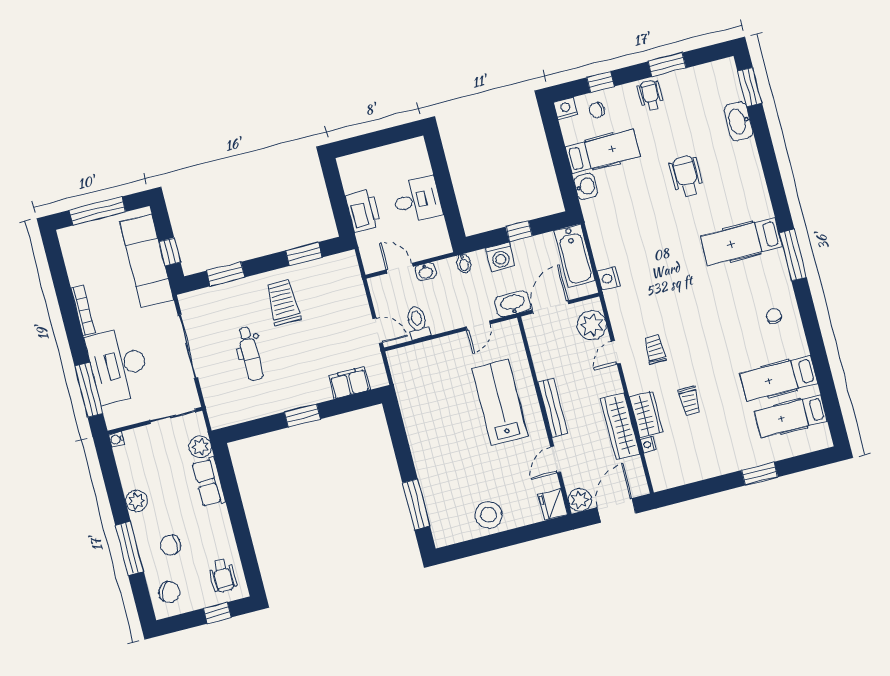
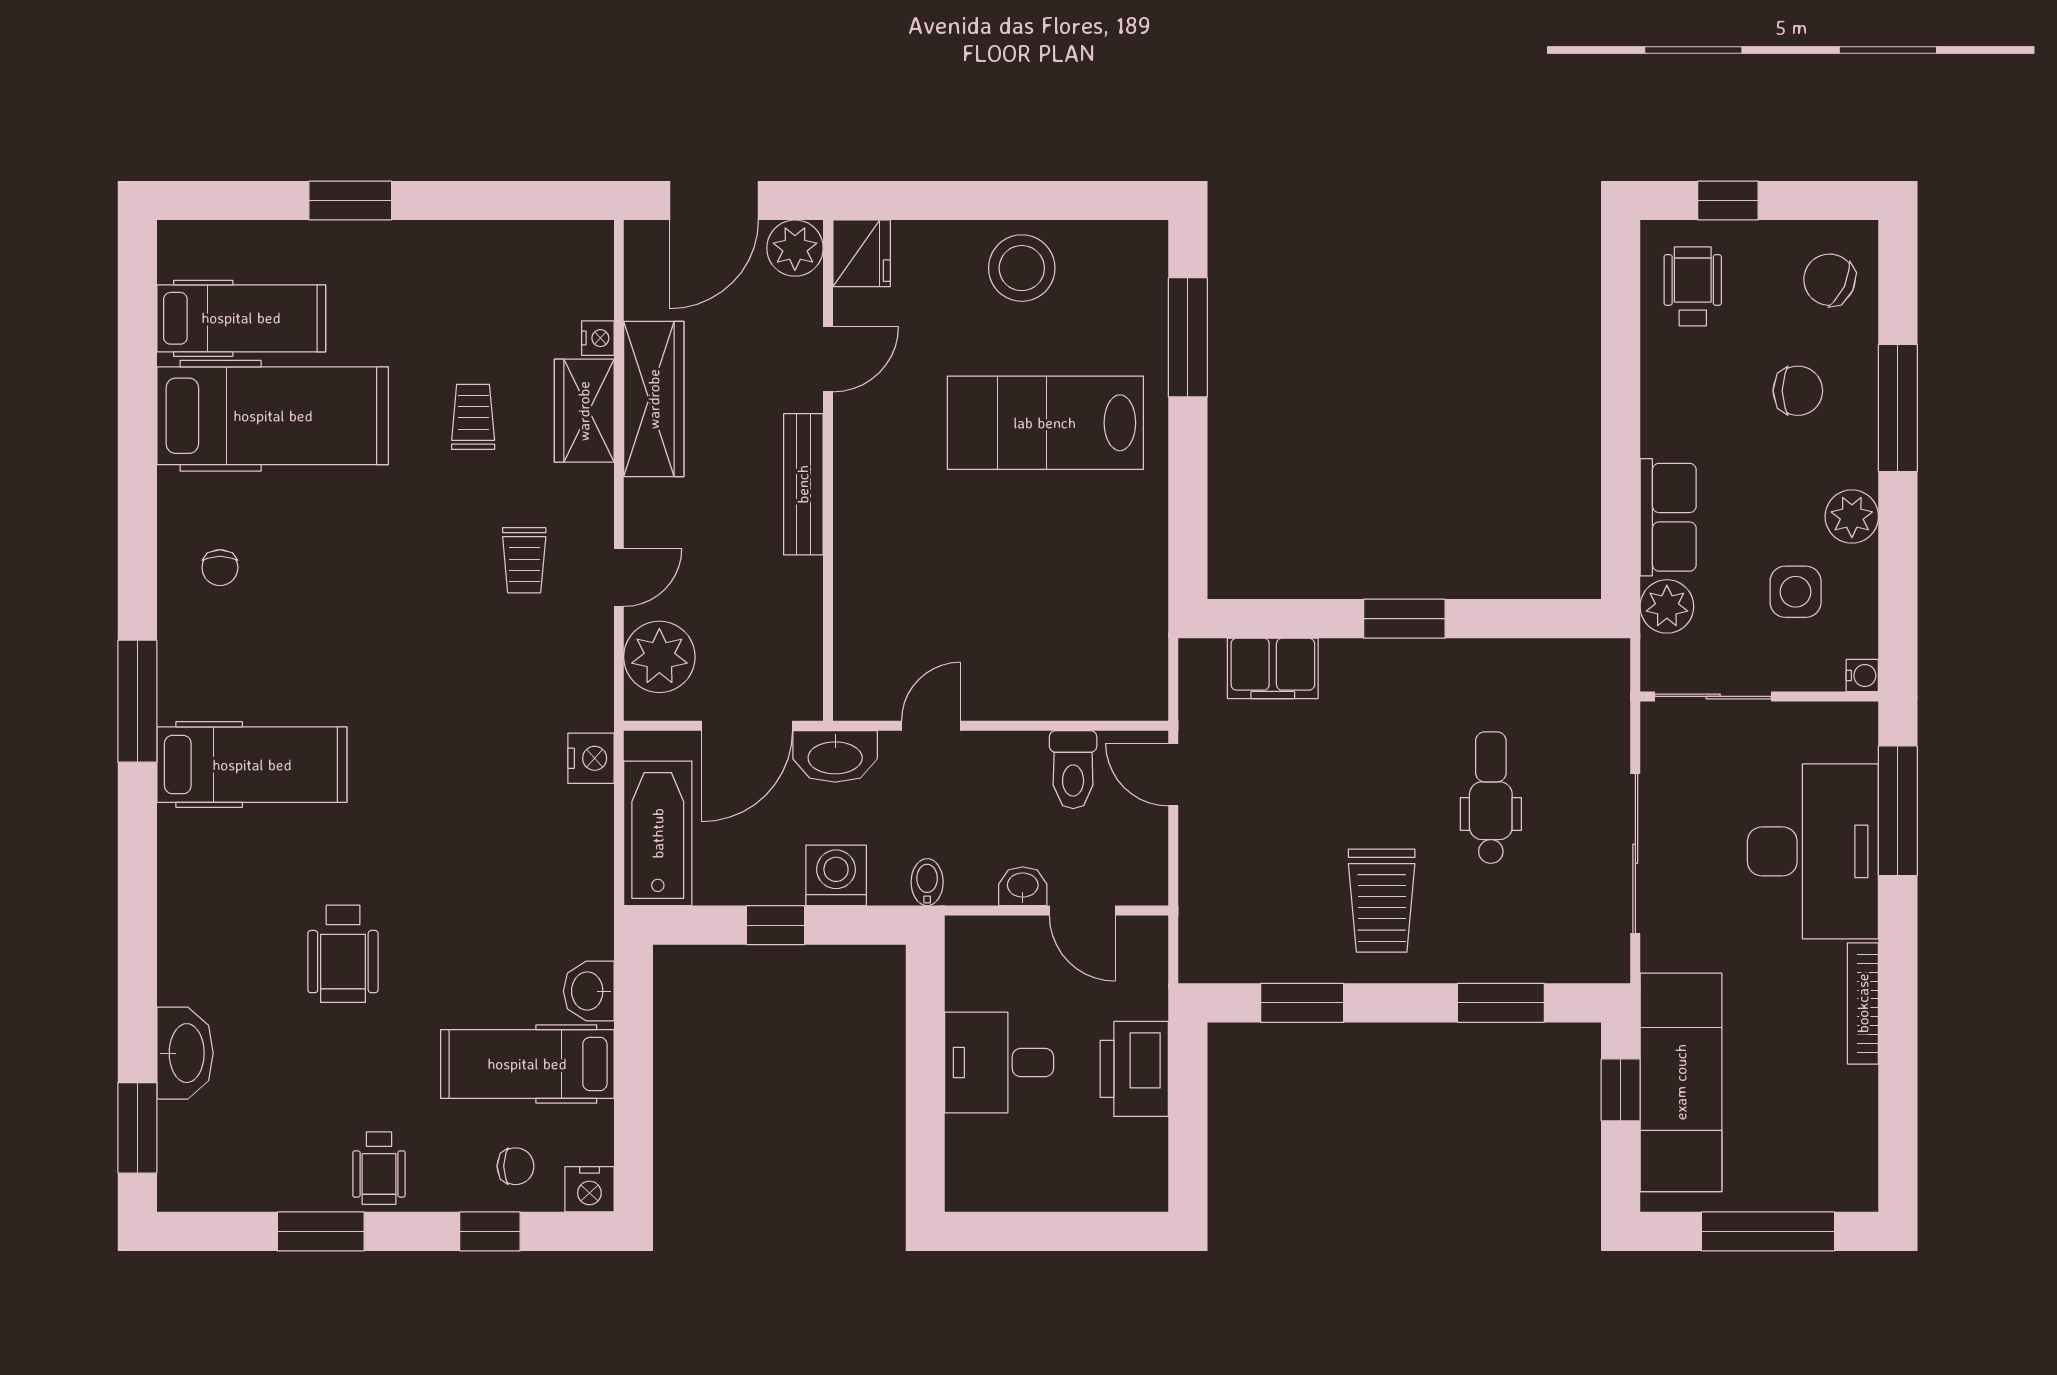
hospital bed: (779, 378) -> (273, 416), width x1.37, depth x1.29
lab bench: (500, 402) -> (1045, 423), moved, turned 90
side table: (151, 466) -> (1796, 592), added

